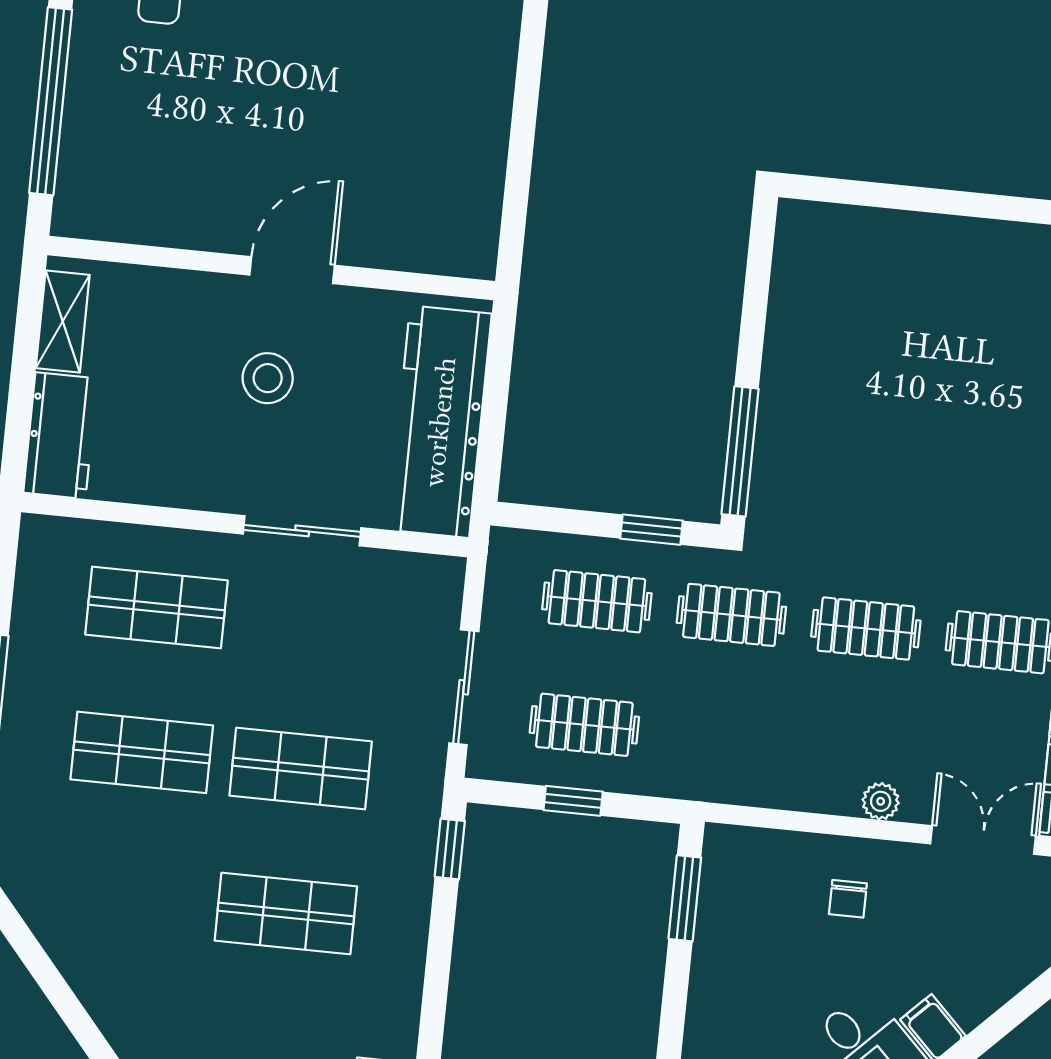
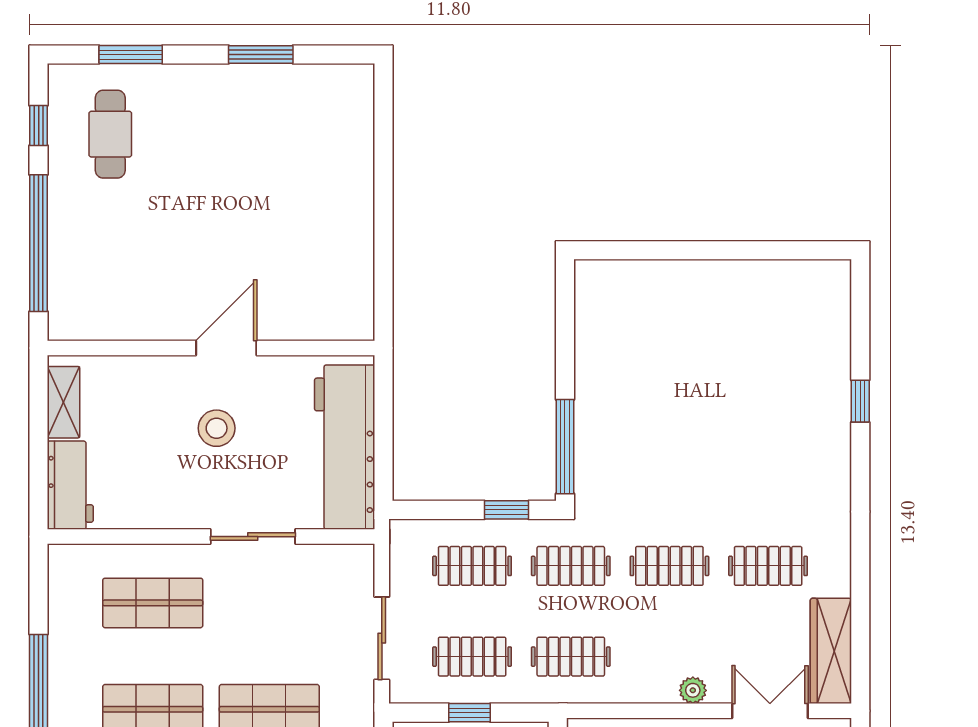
clothes rail: (719, 738) -> (571, 657), added

